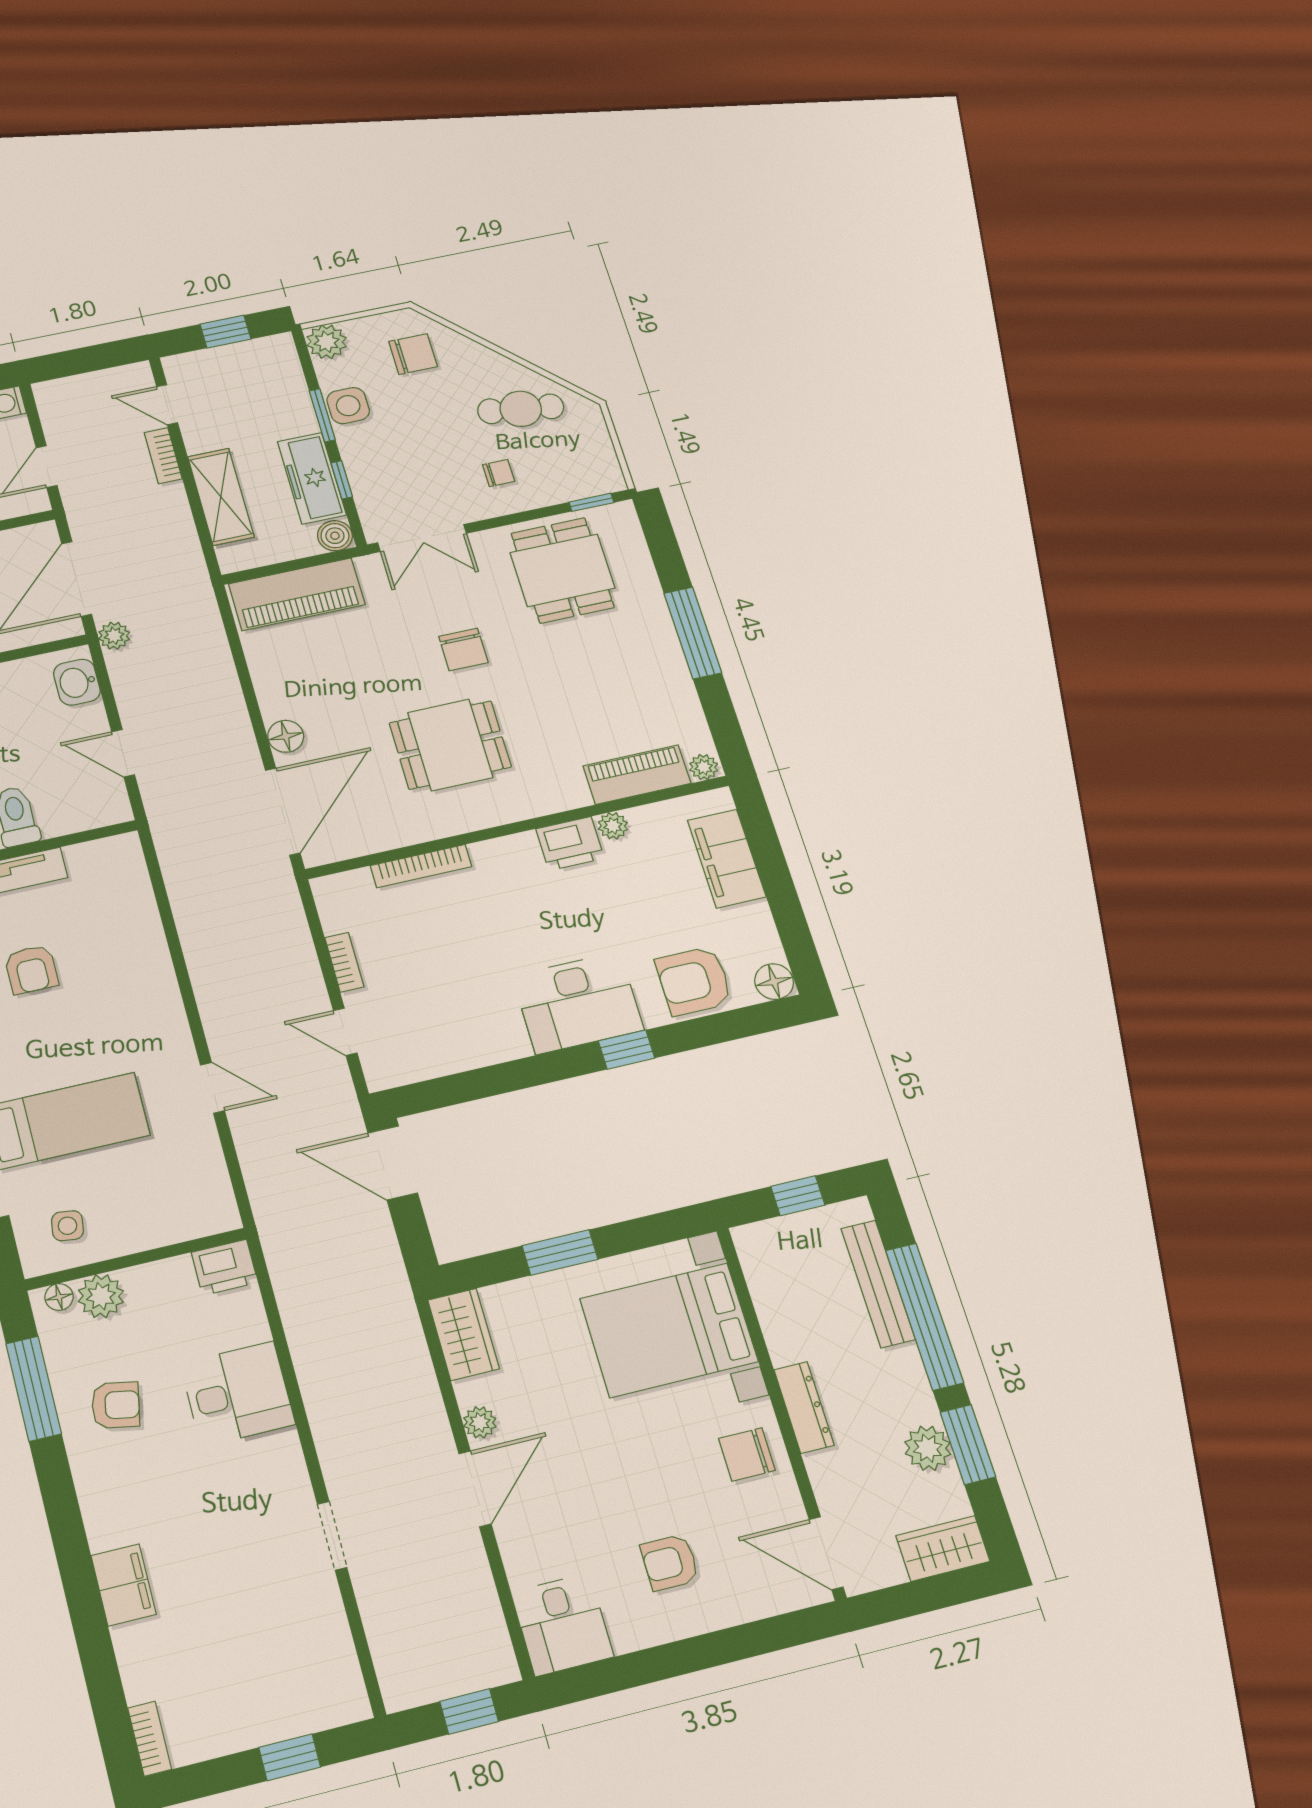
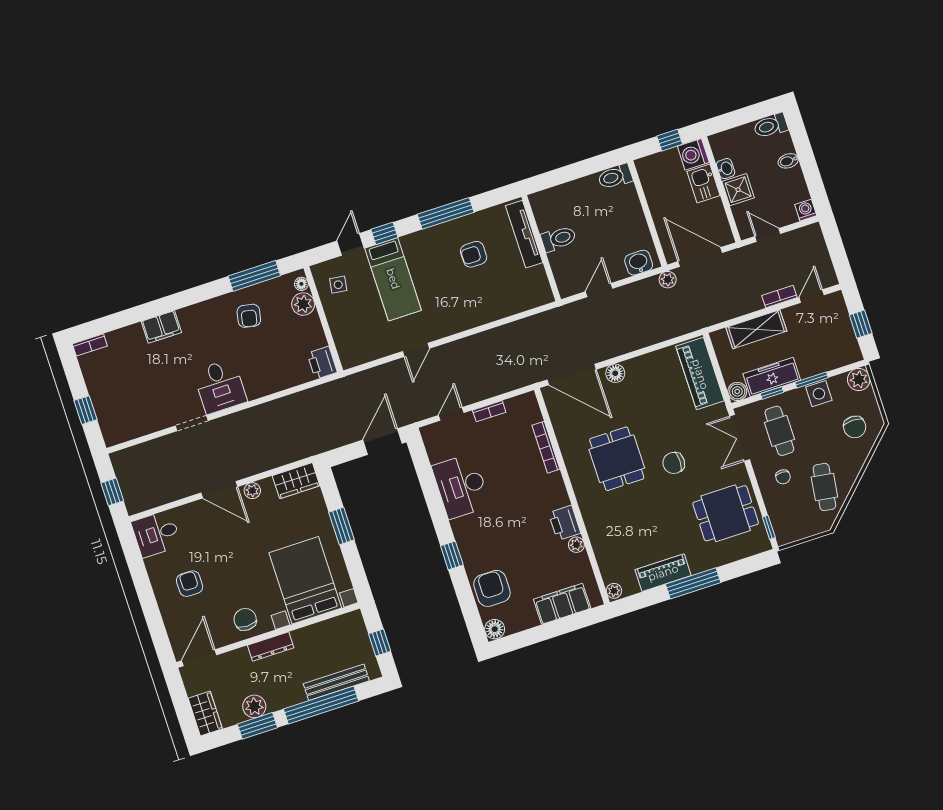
cafe table: (413, 473) -> (779, 431), added
piano: (637, 775) -> (663, 573), moved, turned -90
desk: (578, 1003) -> (461, 486), moved
desk: (238, 1394) -> (220, 386), moved

